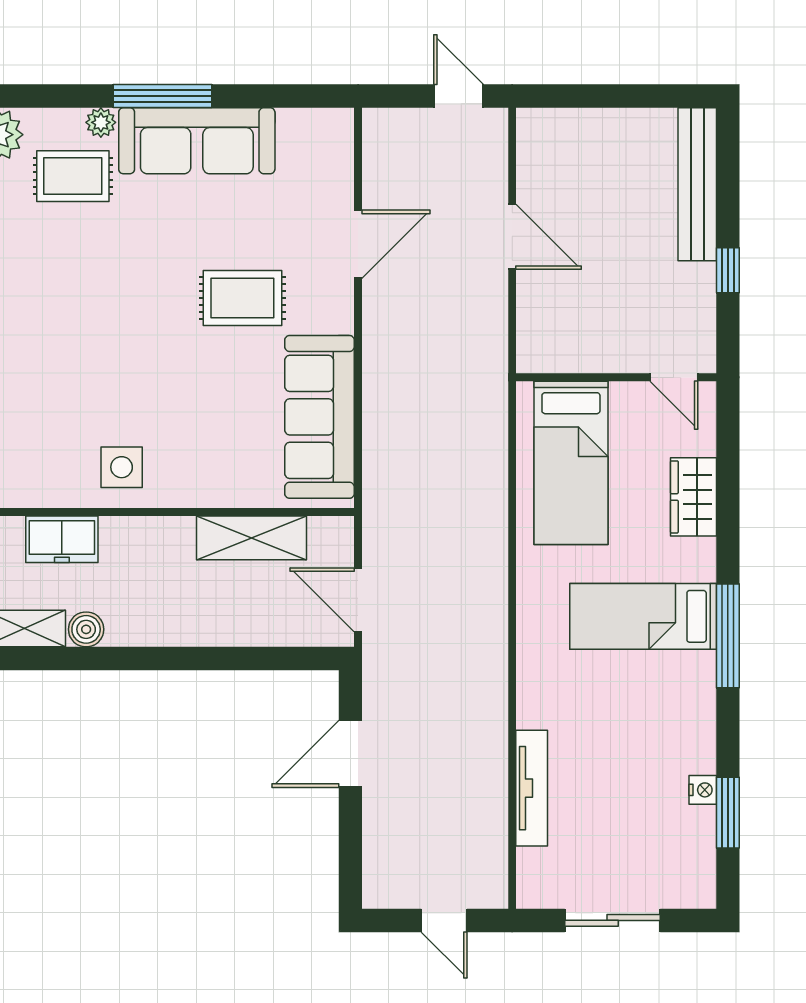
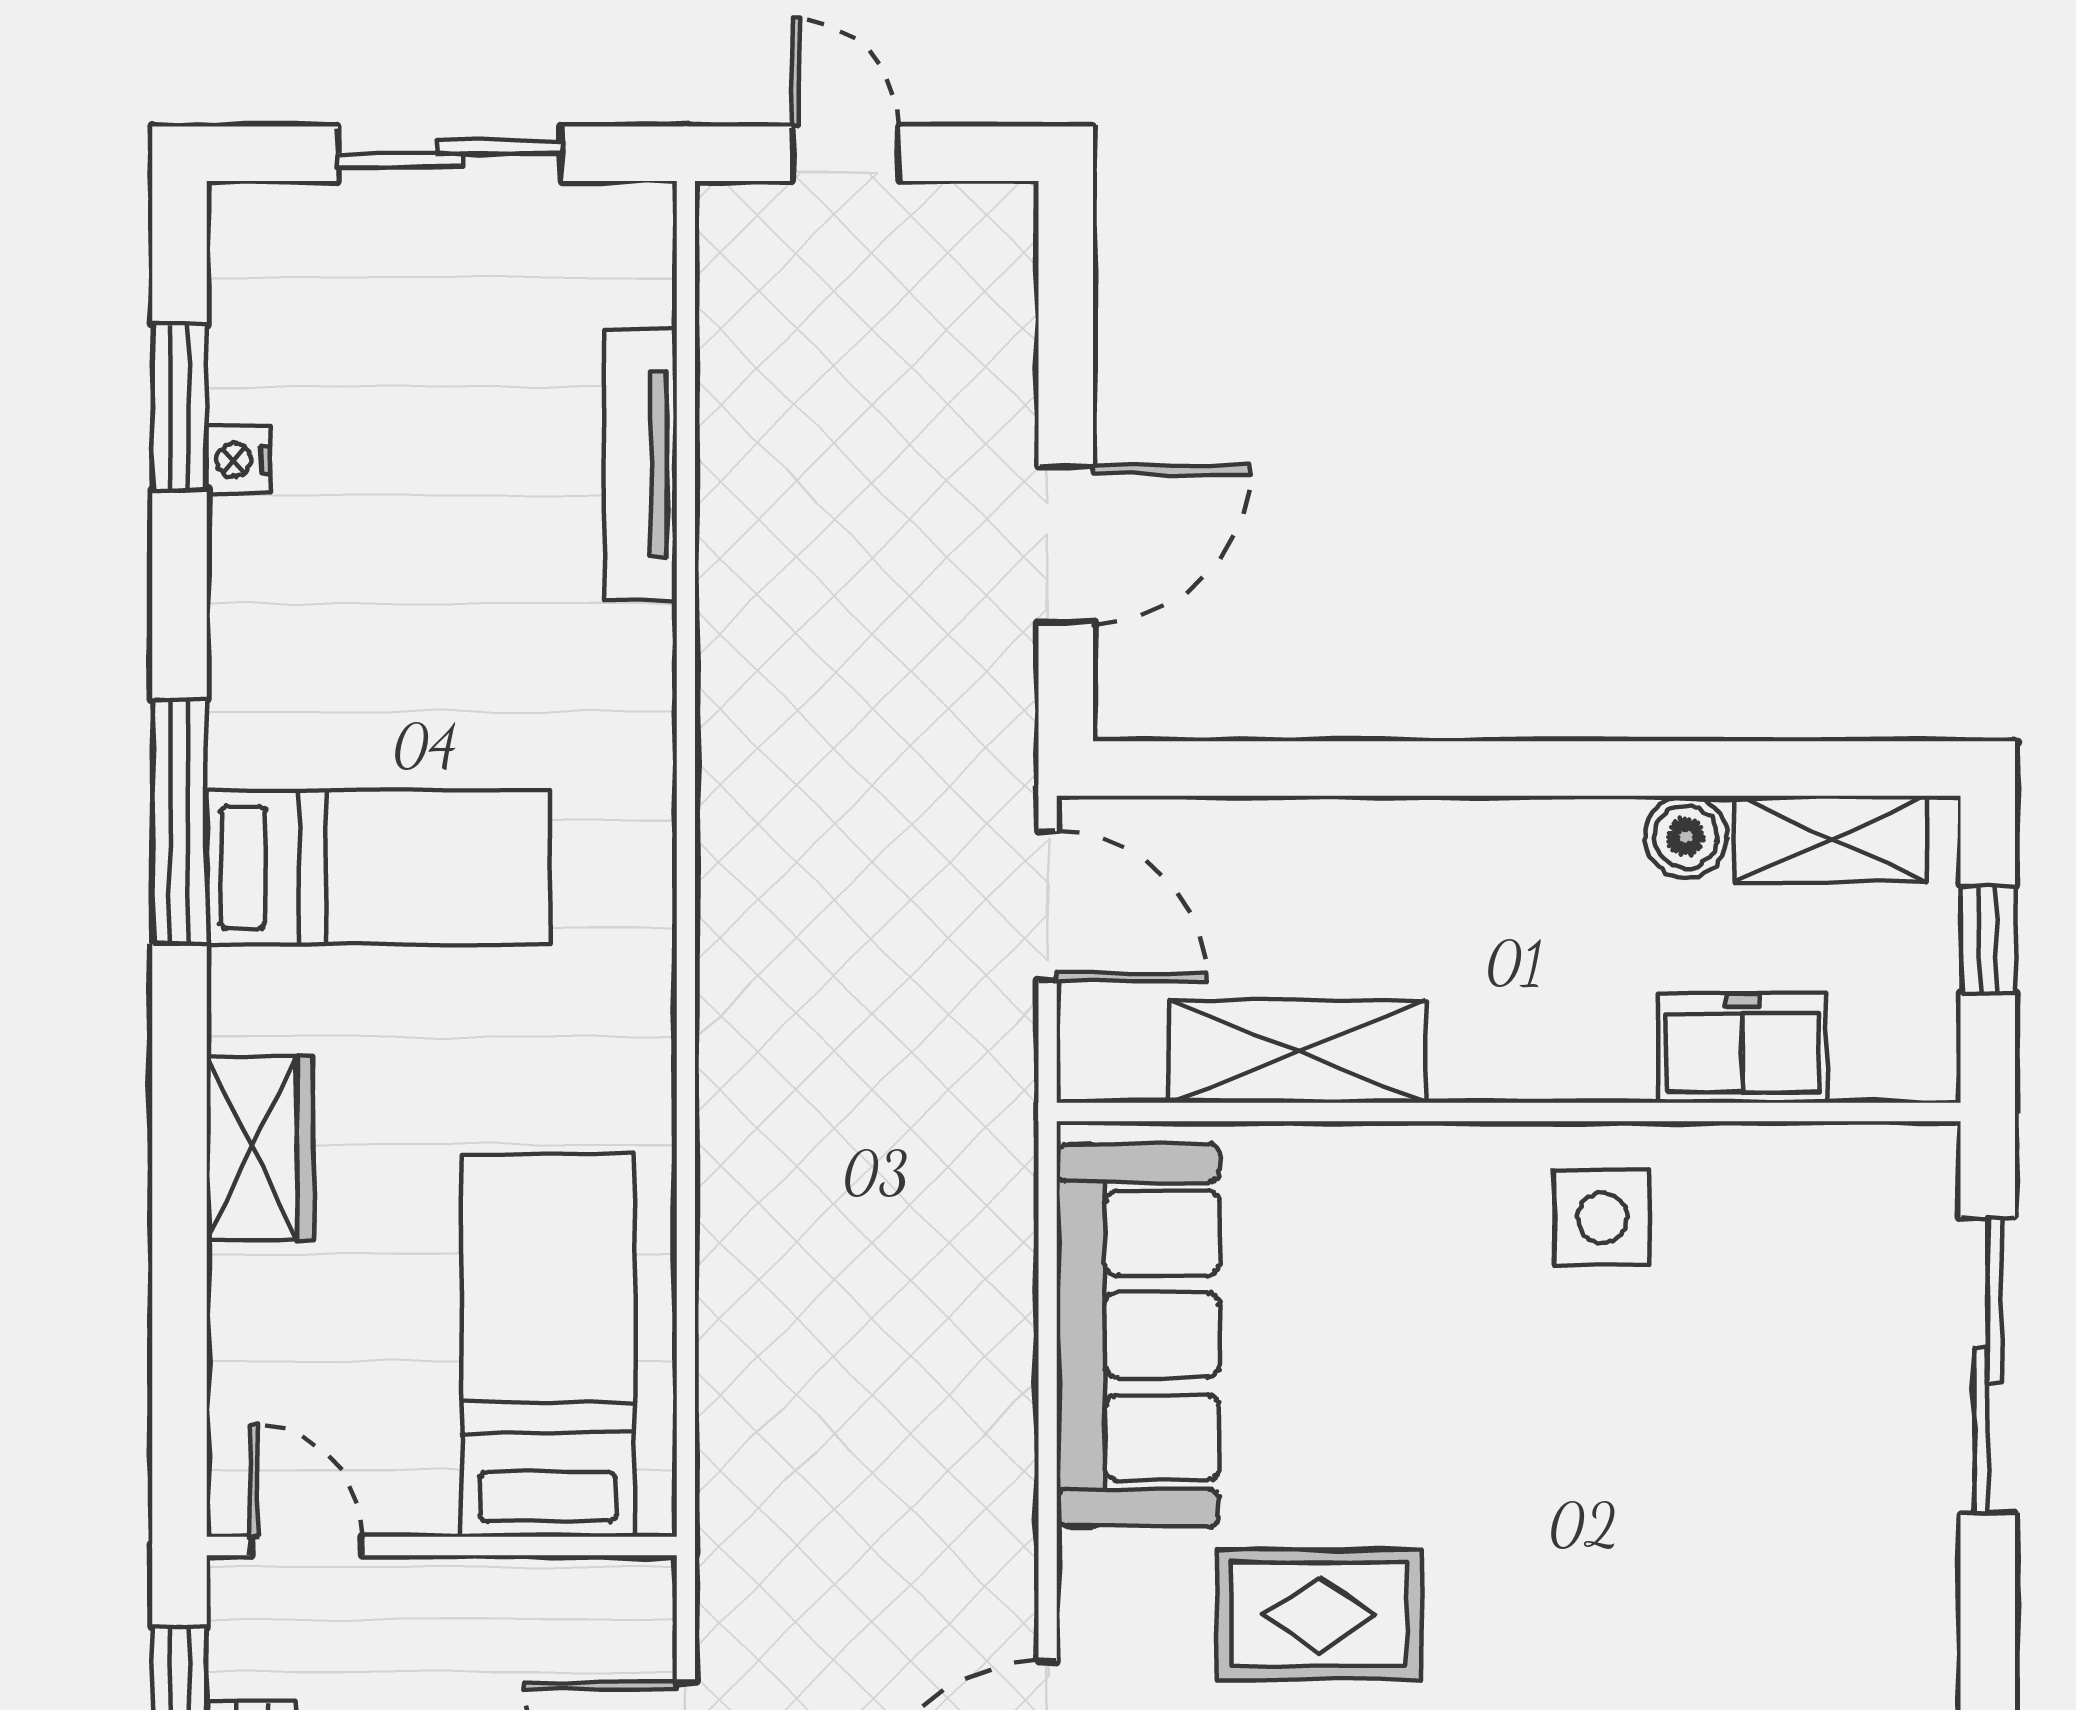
wall: (616, 377) -> (442, 1546), moved
door: (674, 377) -> (306, 1546), moved
bed: (571, 463) -> (548, 1345), moved

